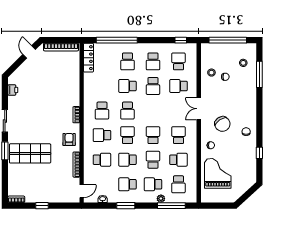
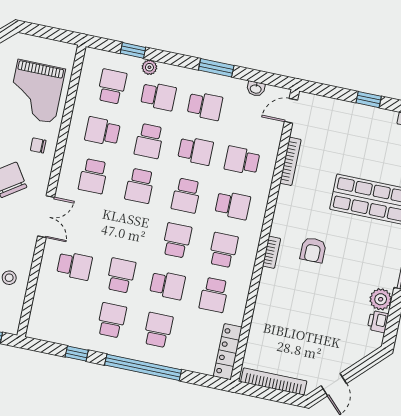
window: (117, 40) -> (143, 367), moved
window: (181, 40) -> (77, 354), moved
school desk: (178, 61) -> (214, 295), moved
plant: (14, 102) -> (381, 299), added
armchair: (69, 139) -> (313, 250), moved
window: (171, 206) -> (133, 50), width x0.46

